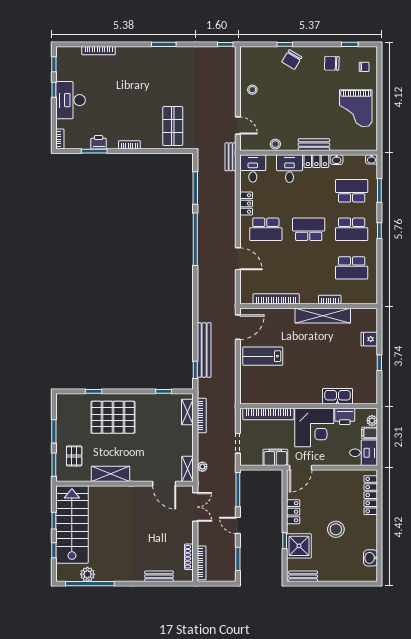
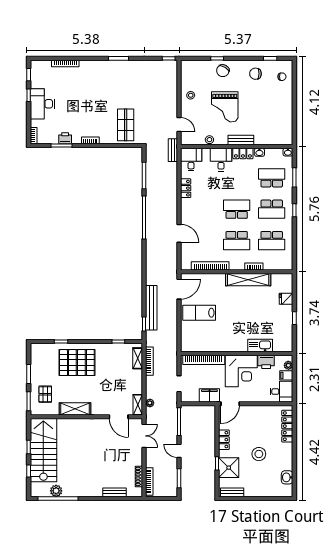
grand piano: (356, 108) -> (225, 107), moved
school desk: (266, 229) -> (237, 241), moved

